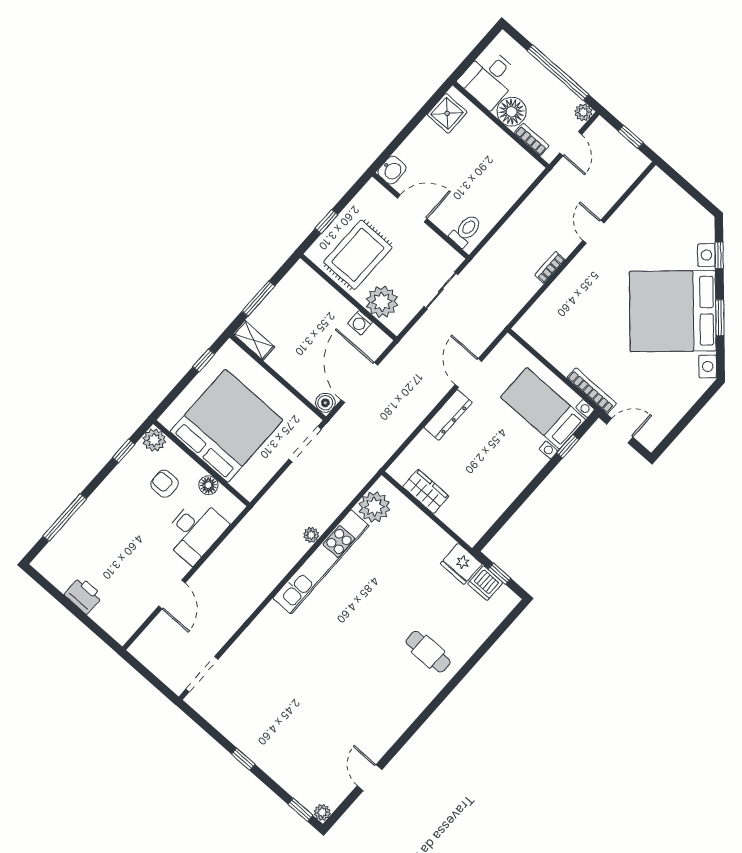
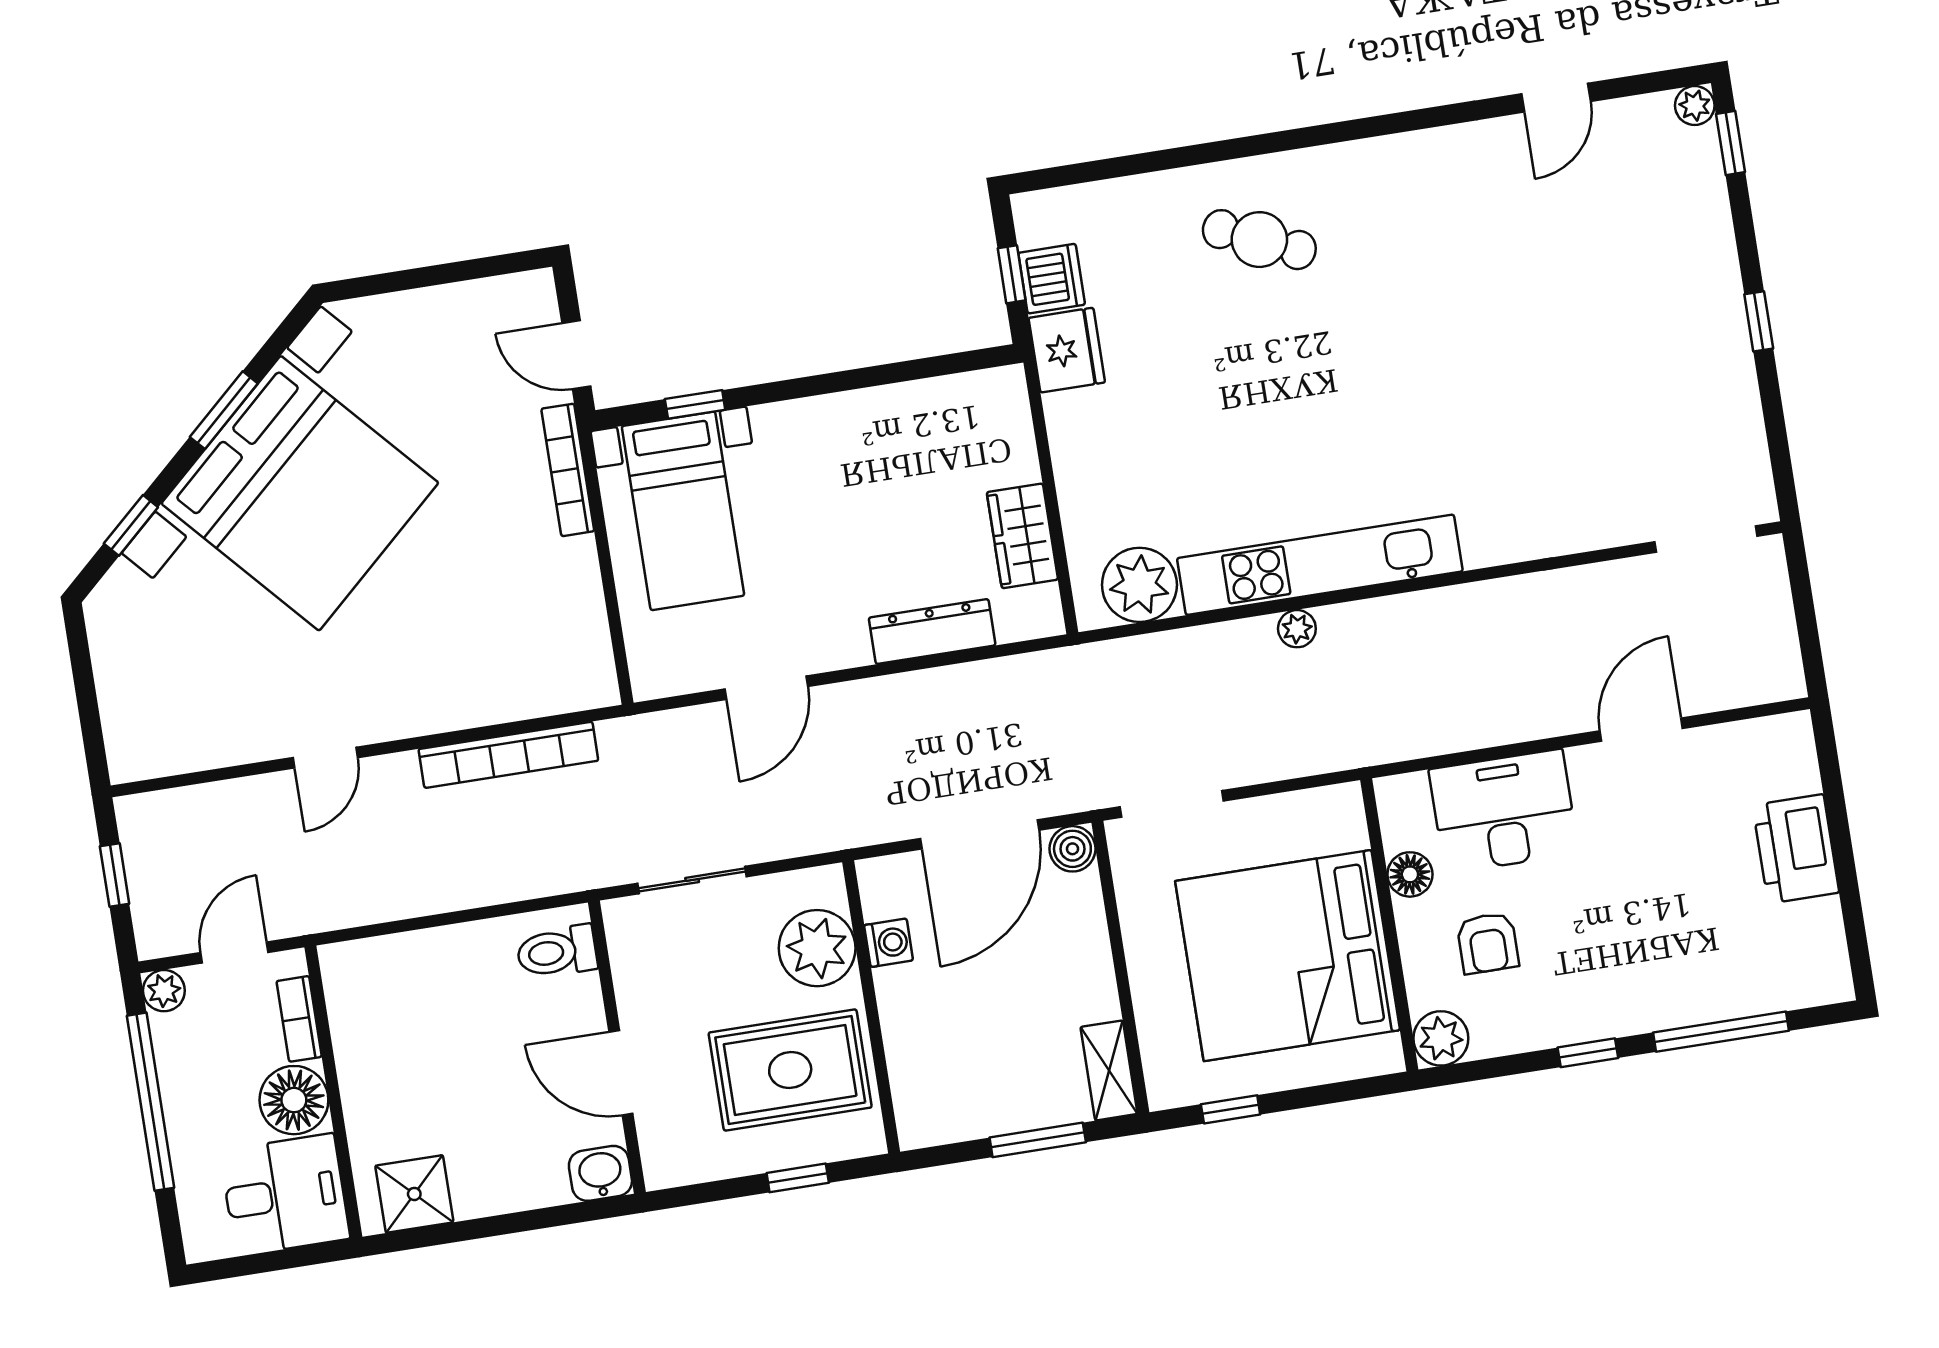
bookcase: (550, 267) -> (508, 755), width x2.31, depth x1.31
dresser: (448, 415) -> (932, 632), moved
window: (124, 451) -> (1588, 1053), moved
printer: (83, 595) -> (1796, 849), width x1.37, depth x1.19
cafe table: (428, 652) -> (1259, 240), turned -66

